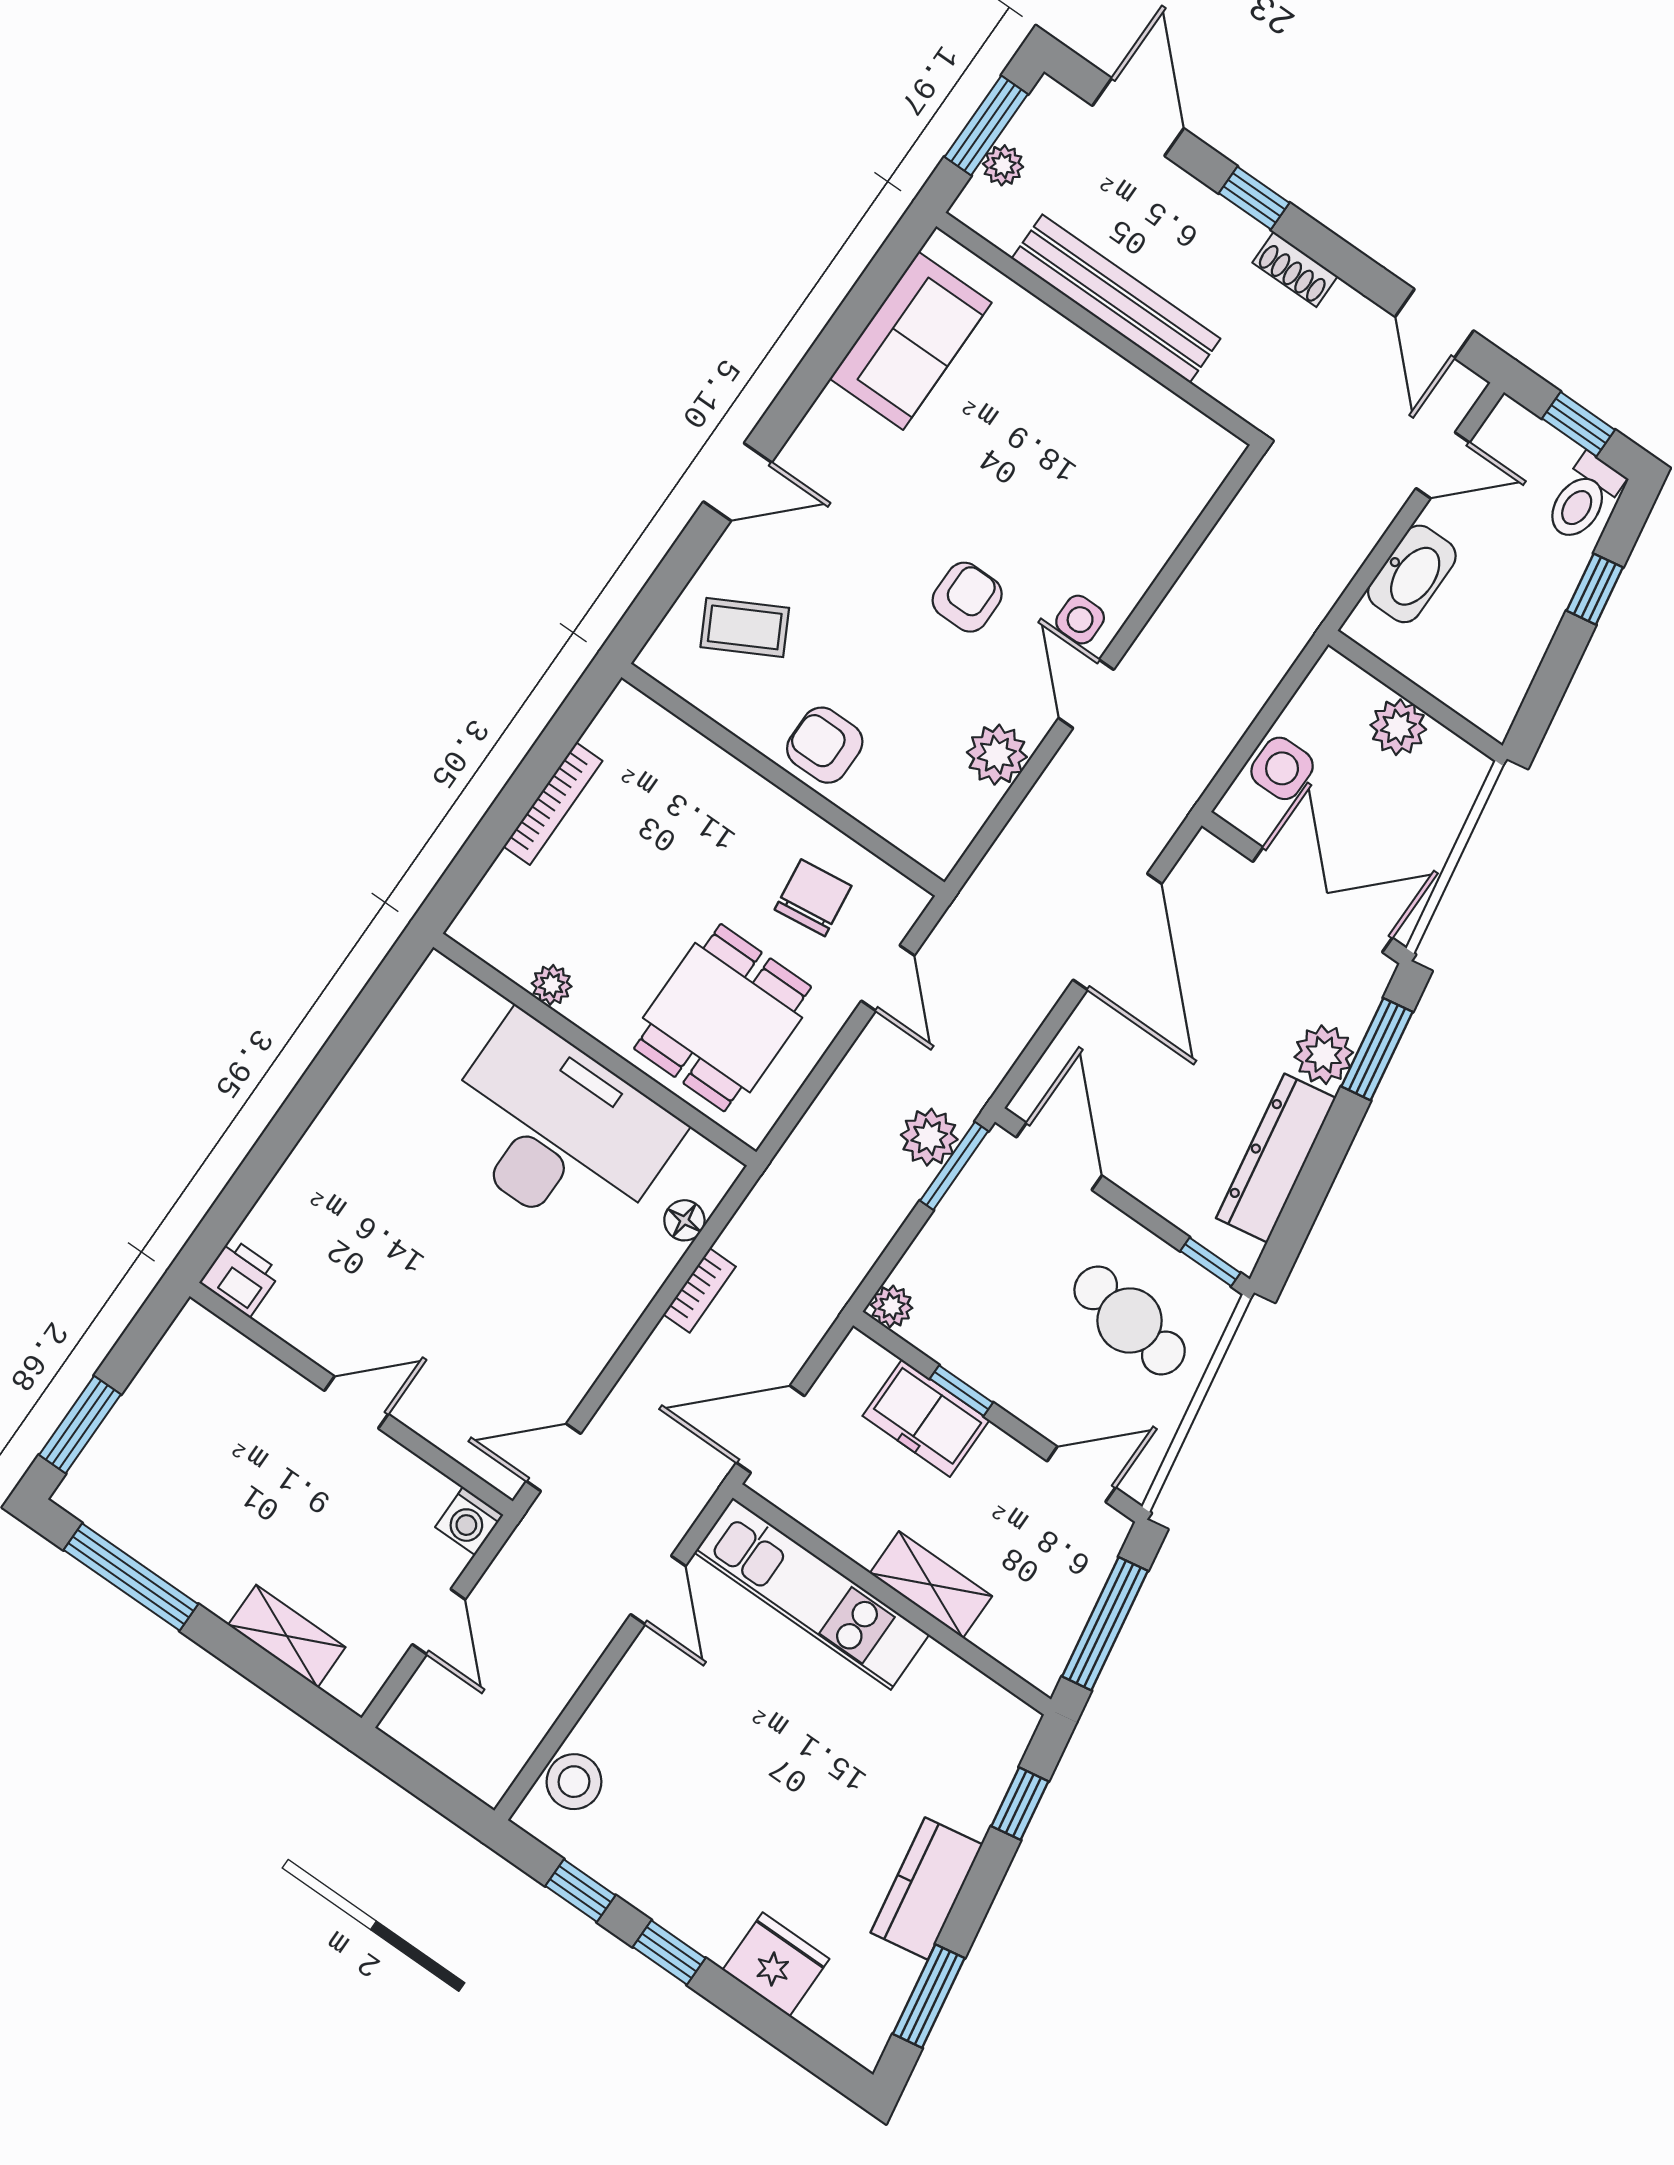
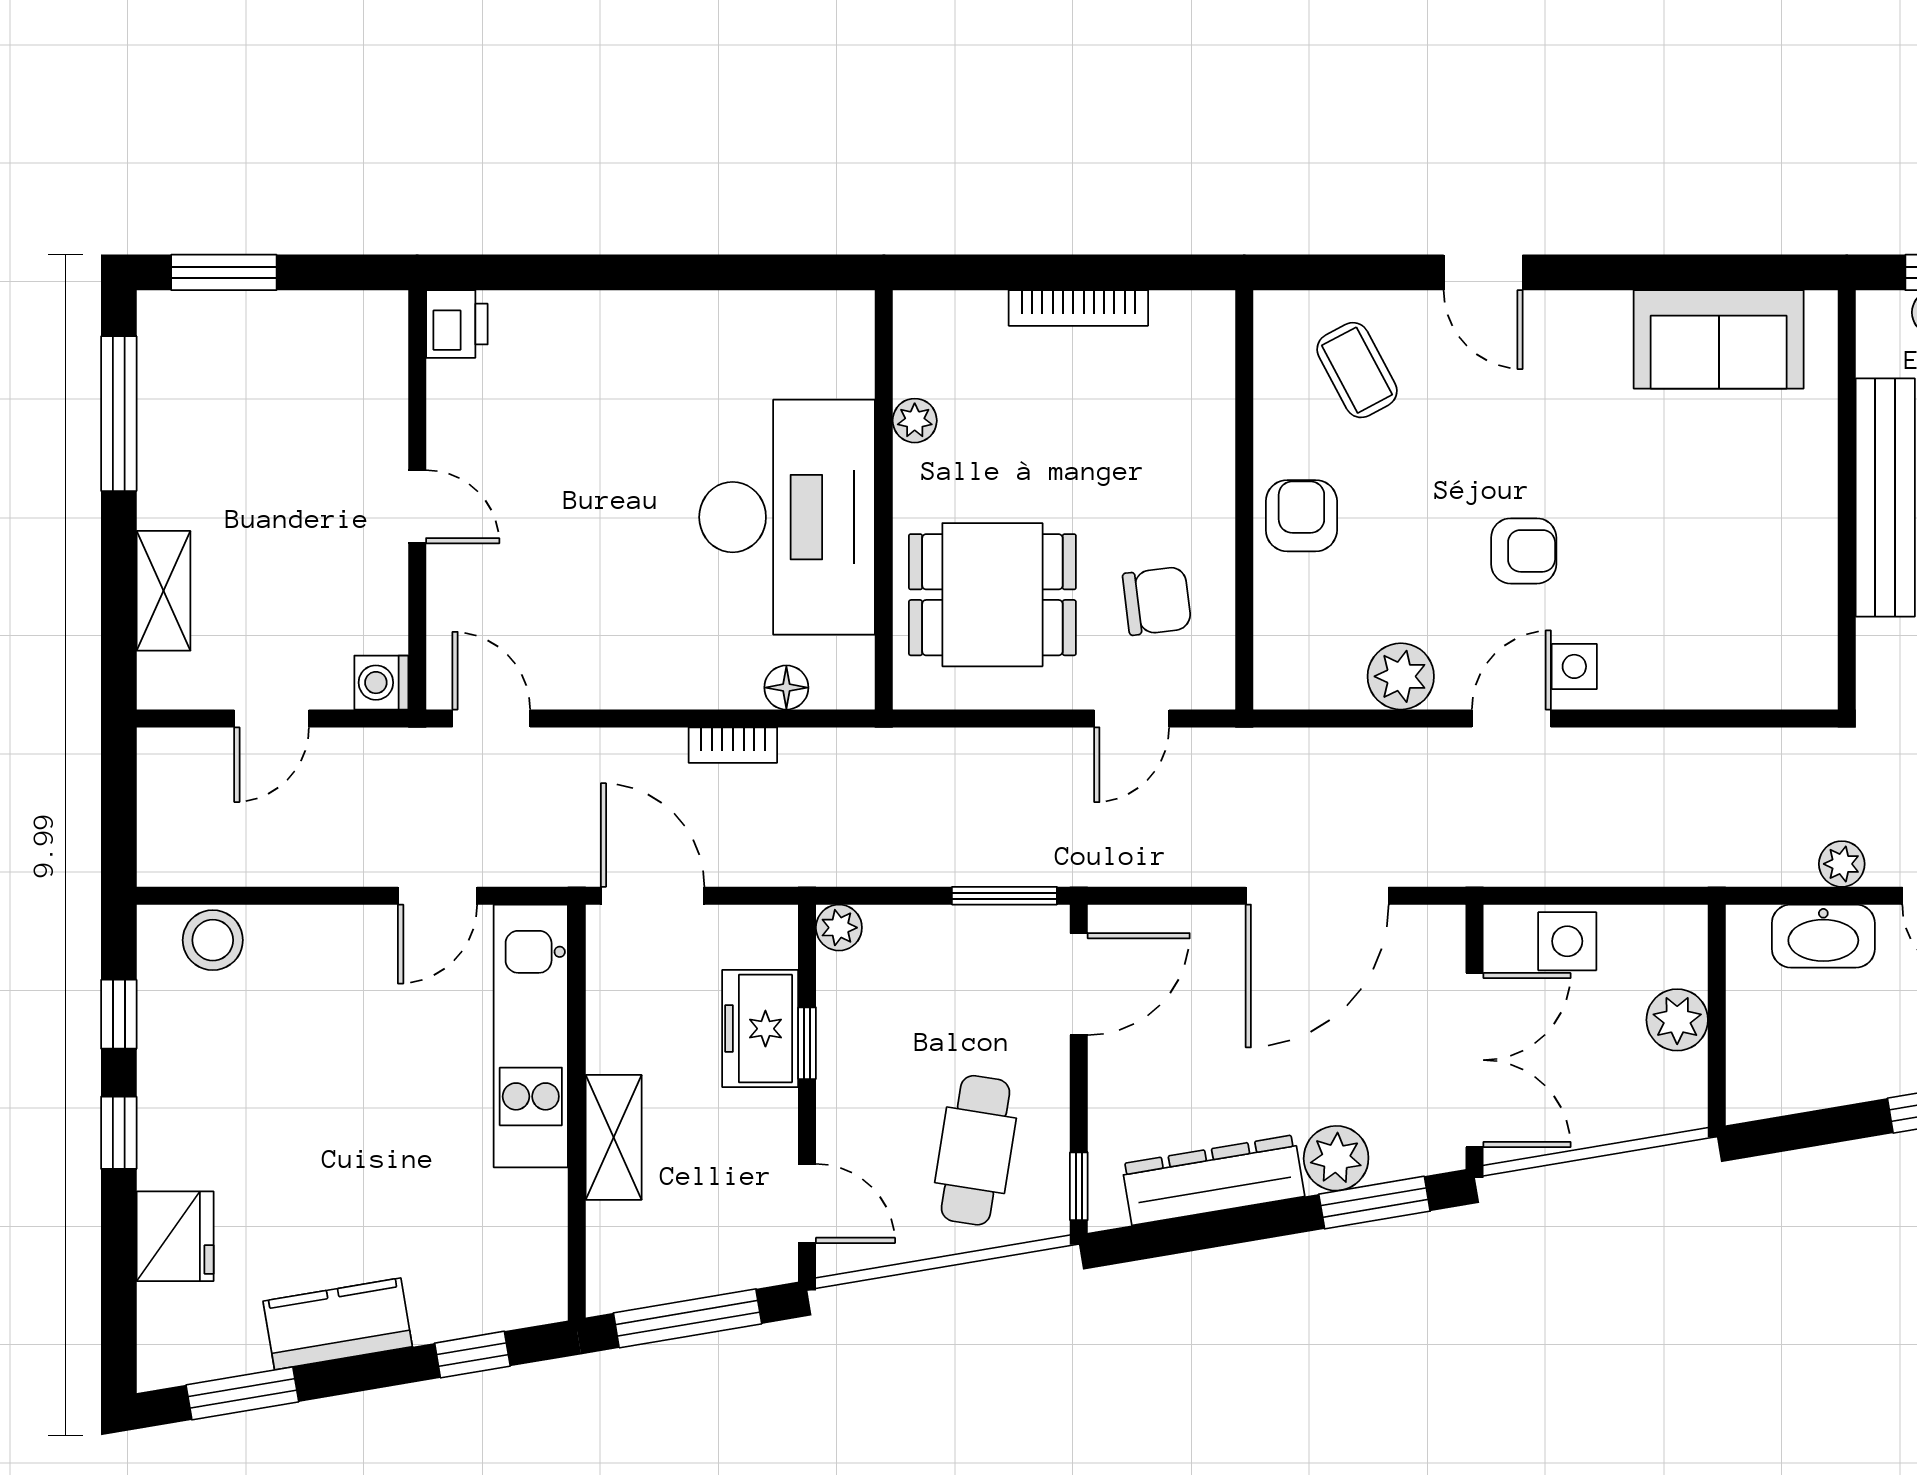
plant: (929, 1137) -> (1842, 864), moved, width x0.73, depth x0.73

